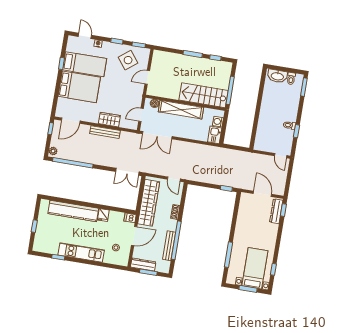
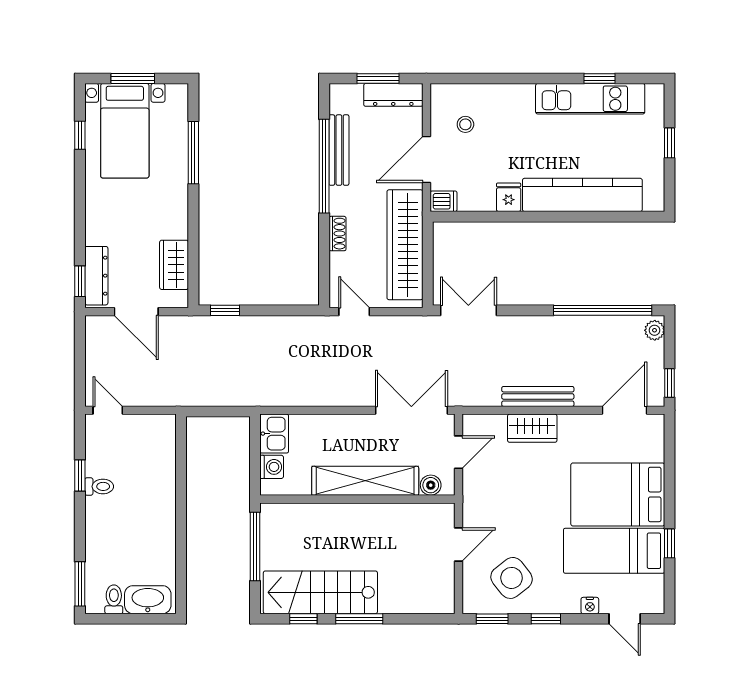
stairs: (203, 95) -> (320, 592), moved, turned 180
wardrobe: (244, 210) -> (174, 265), added
kitchen unit: (81, 252) -> (590, 99), moved

